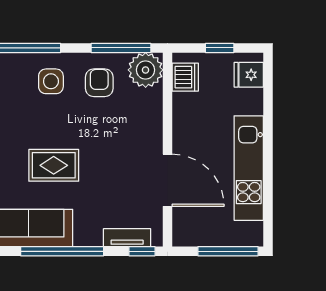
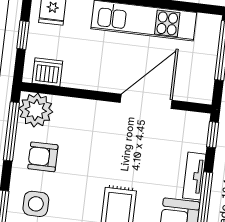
tv unit: (127, 238) -> (194, 176), moved

